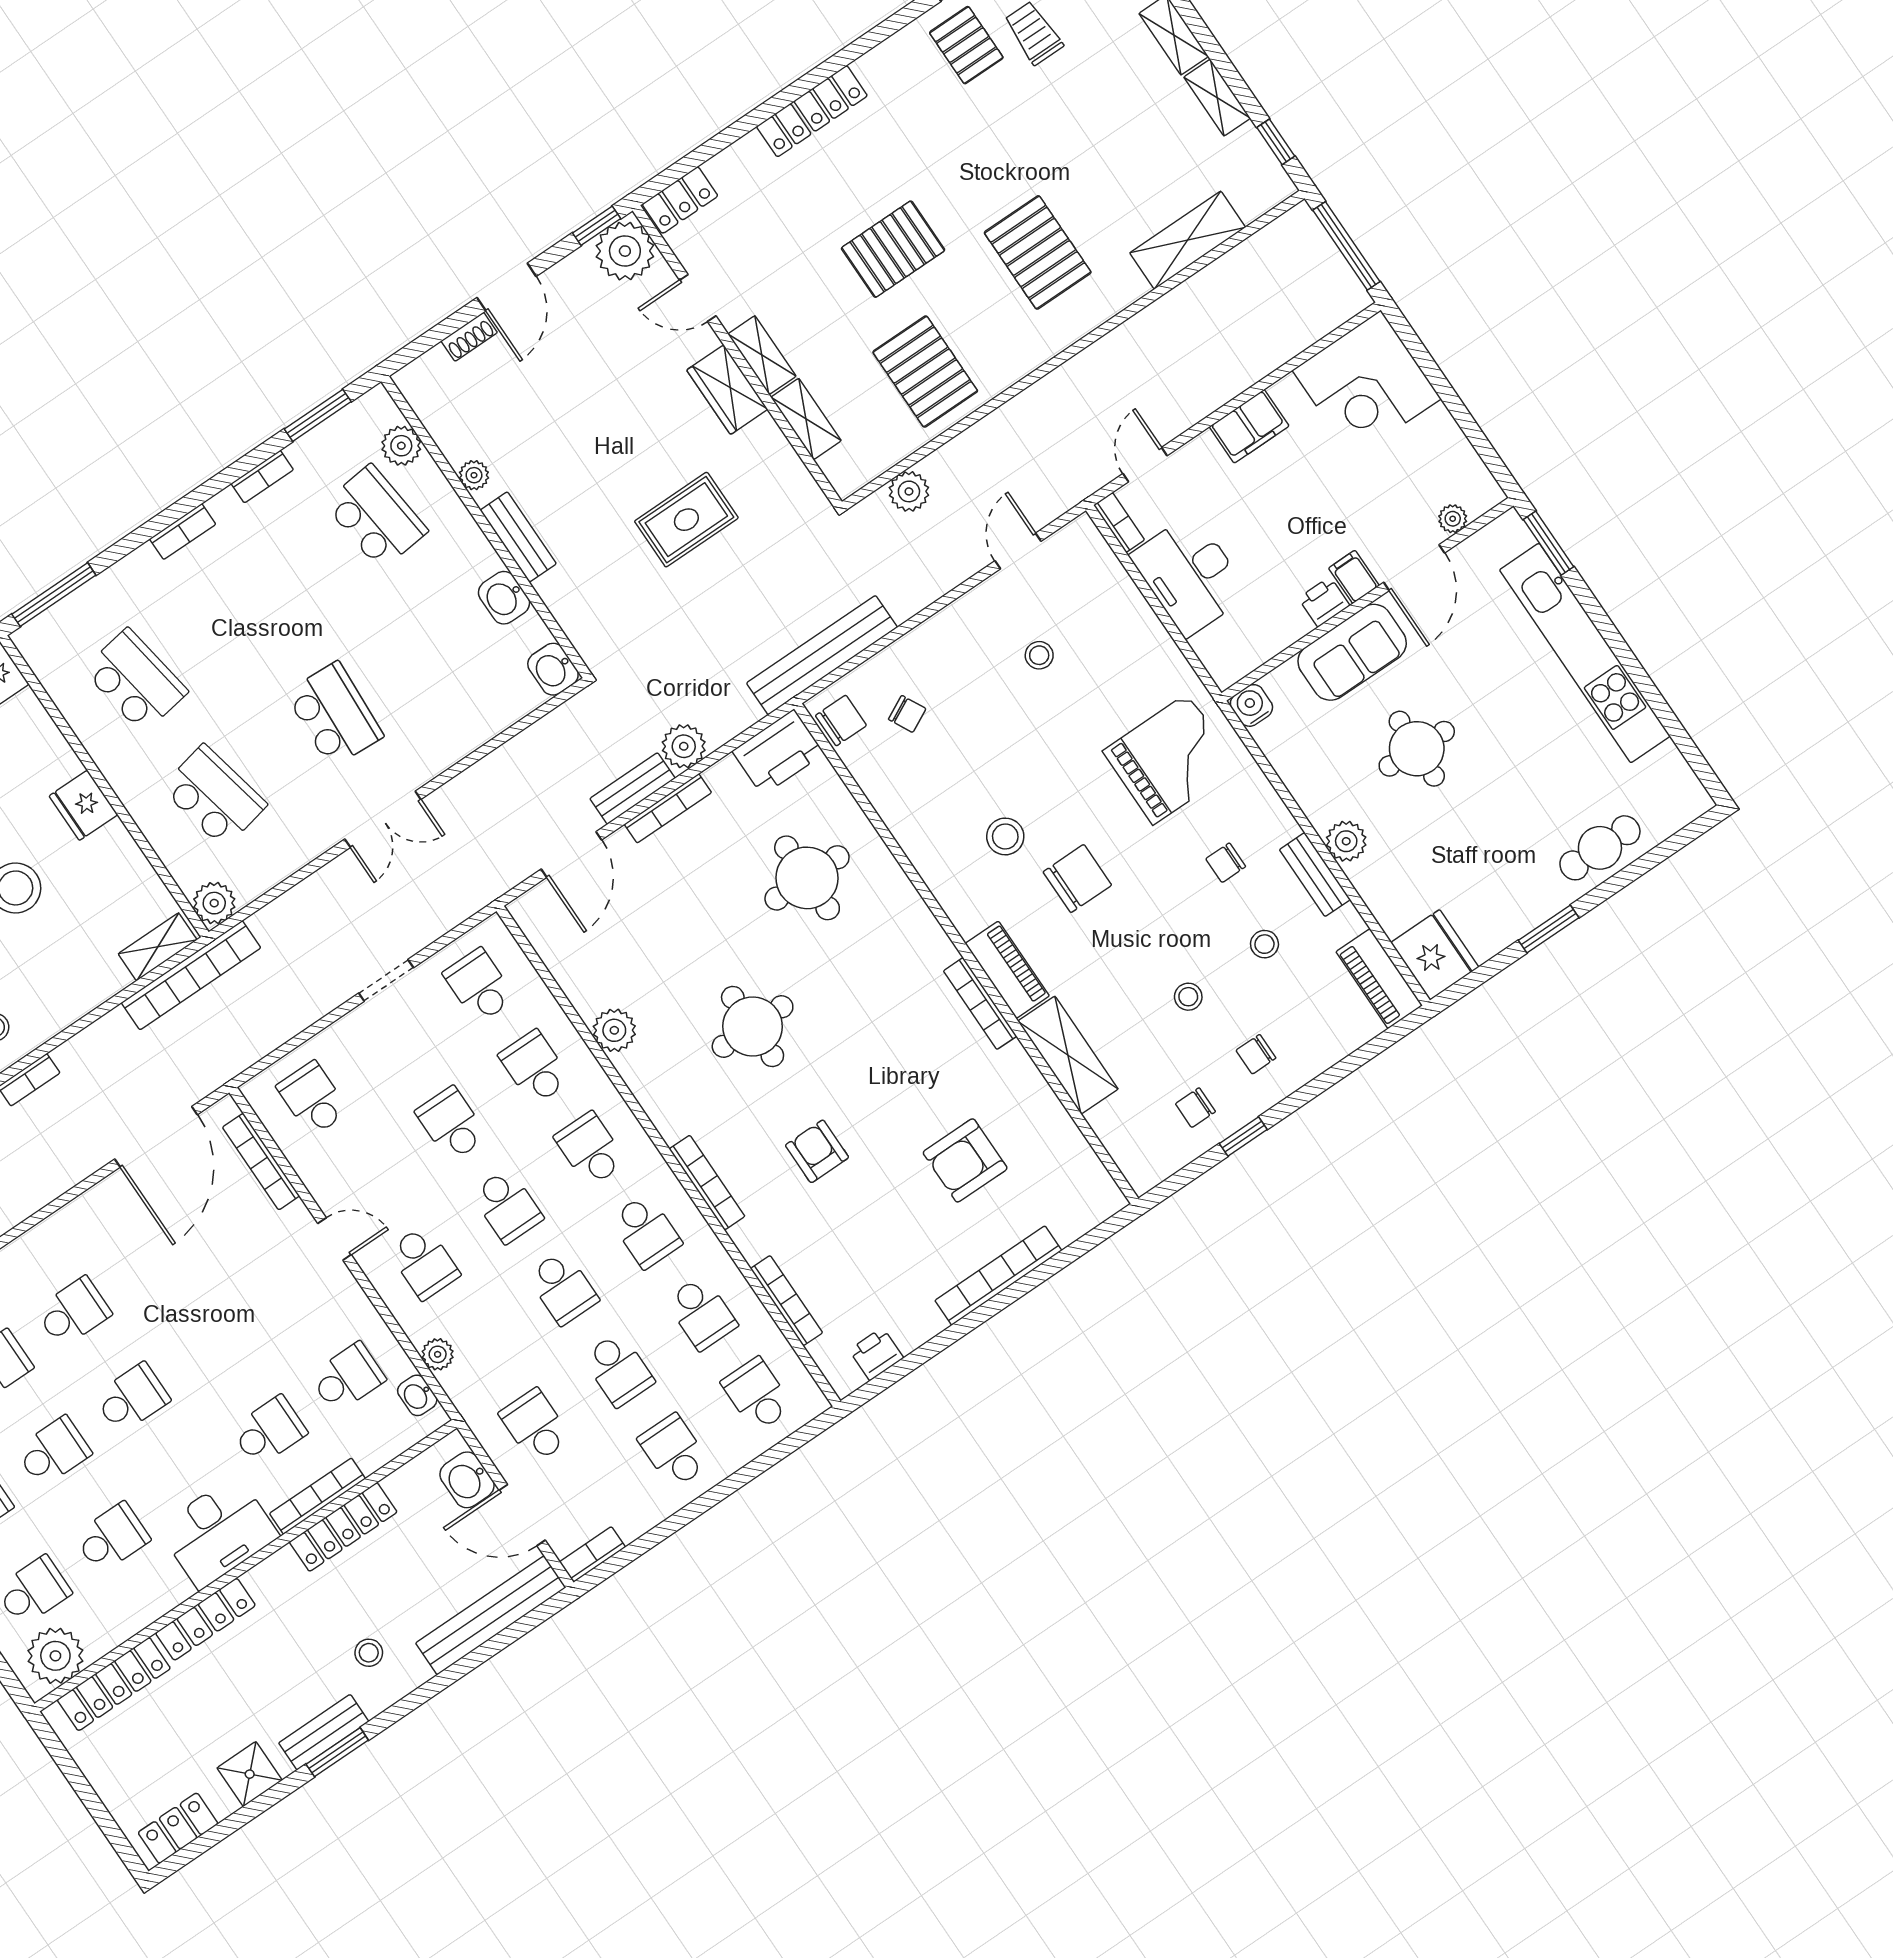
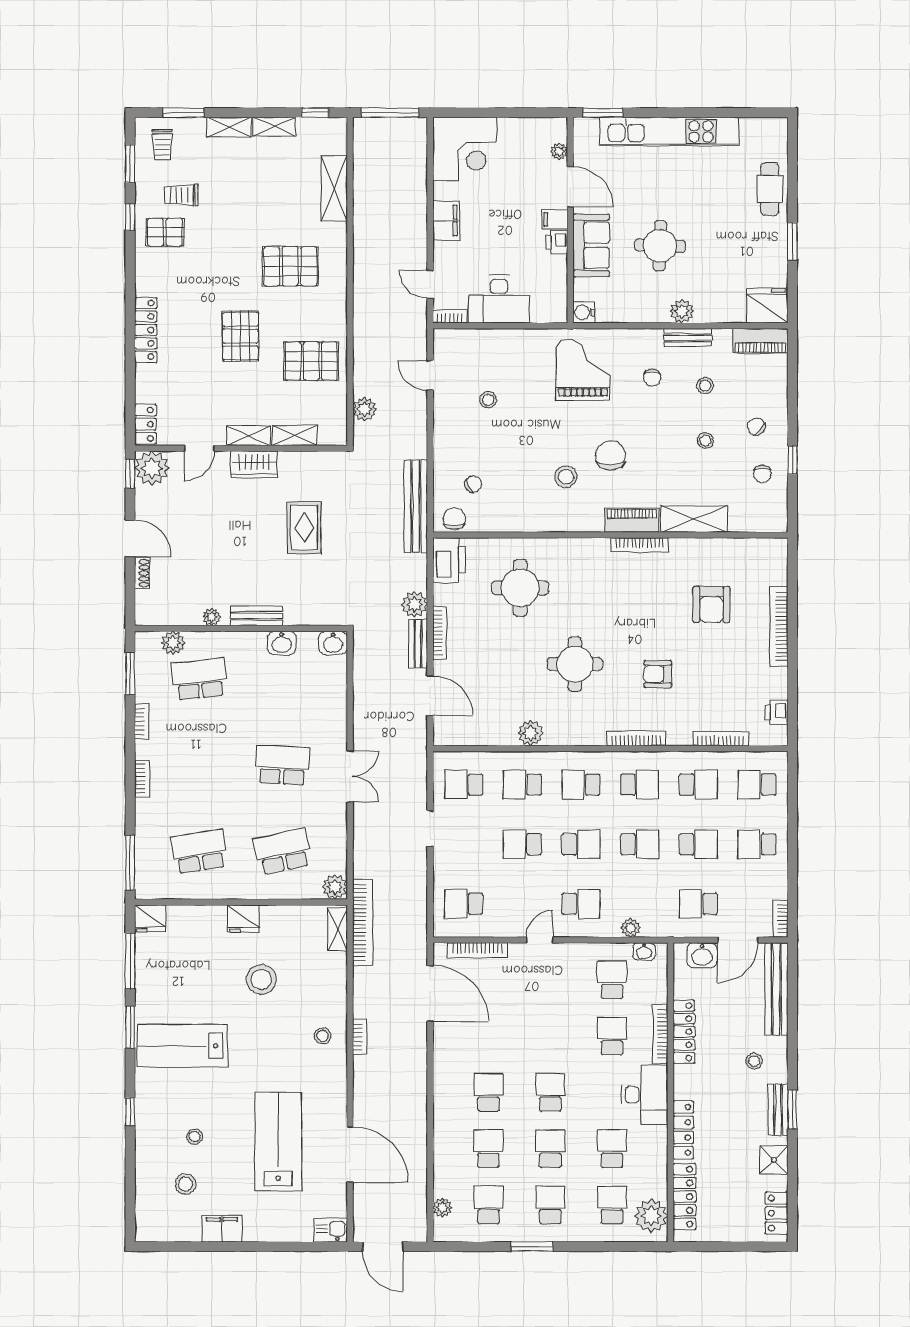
chair: (1256, 1054) -> (756, 426), turned 133

